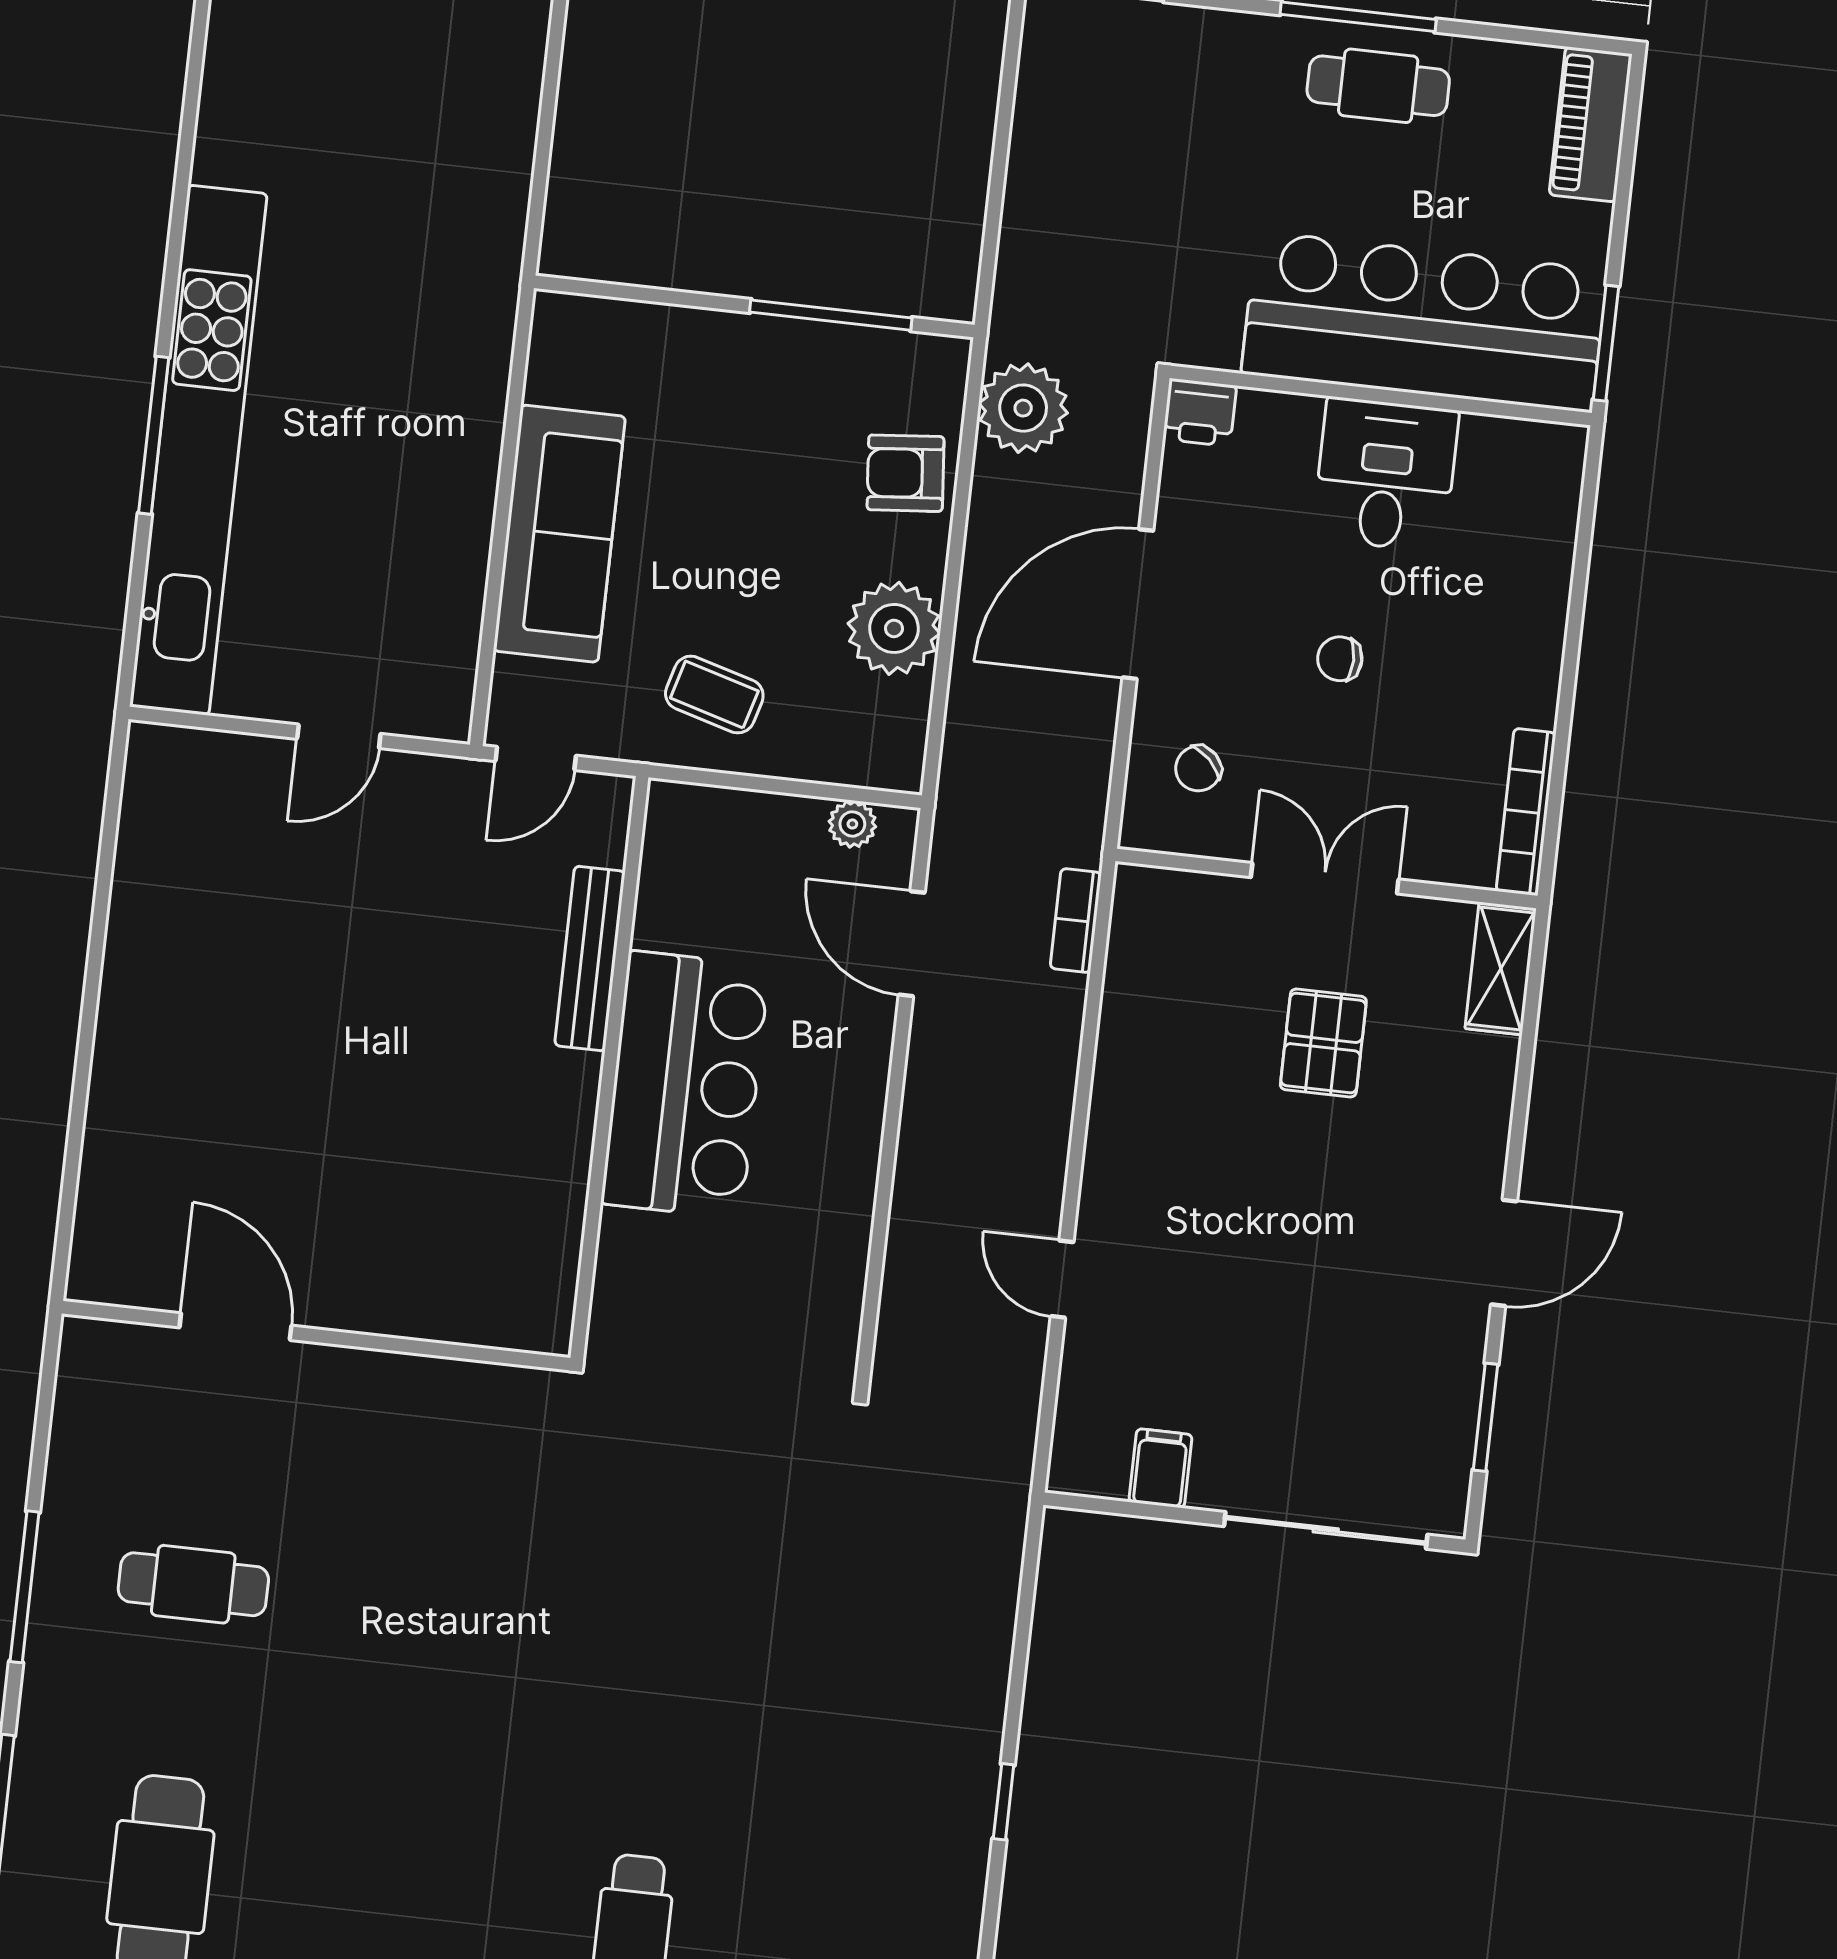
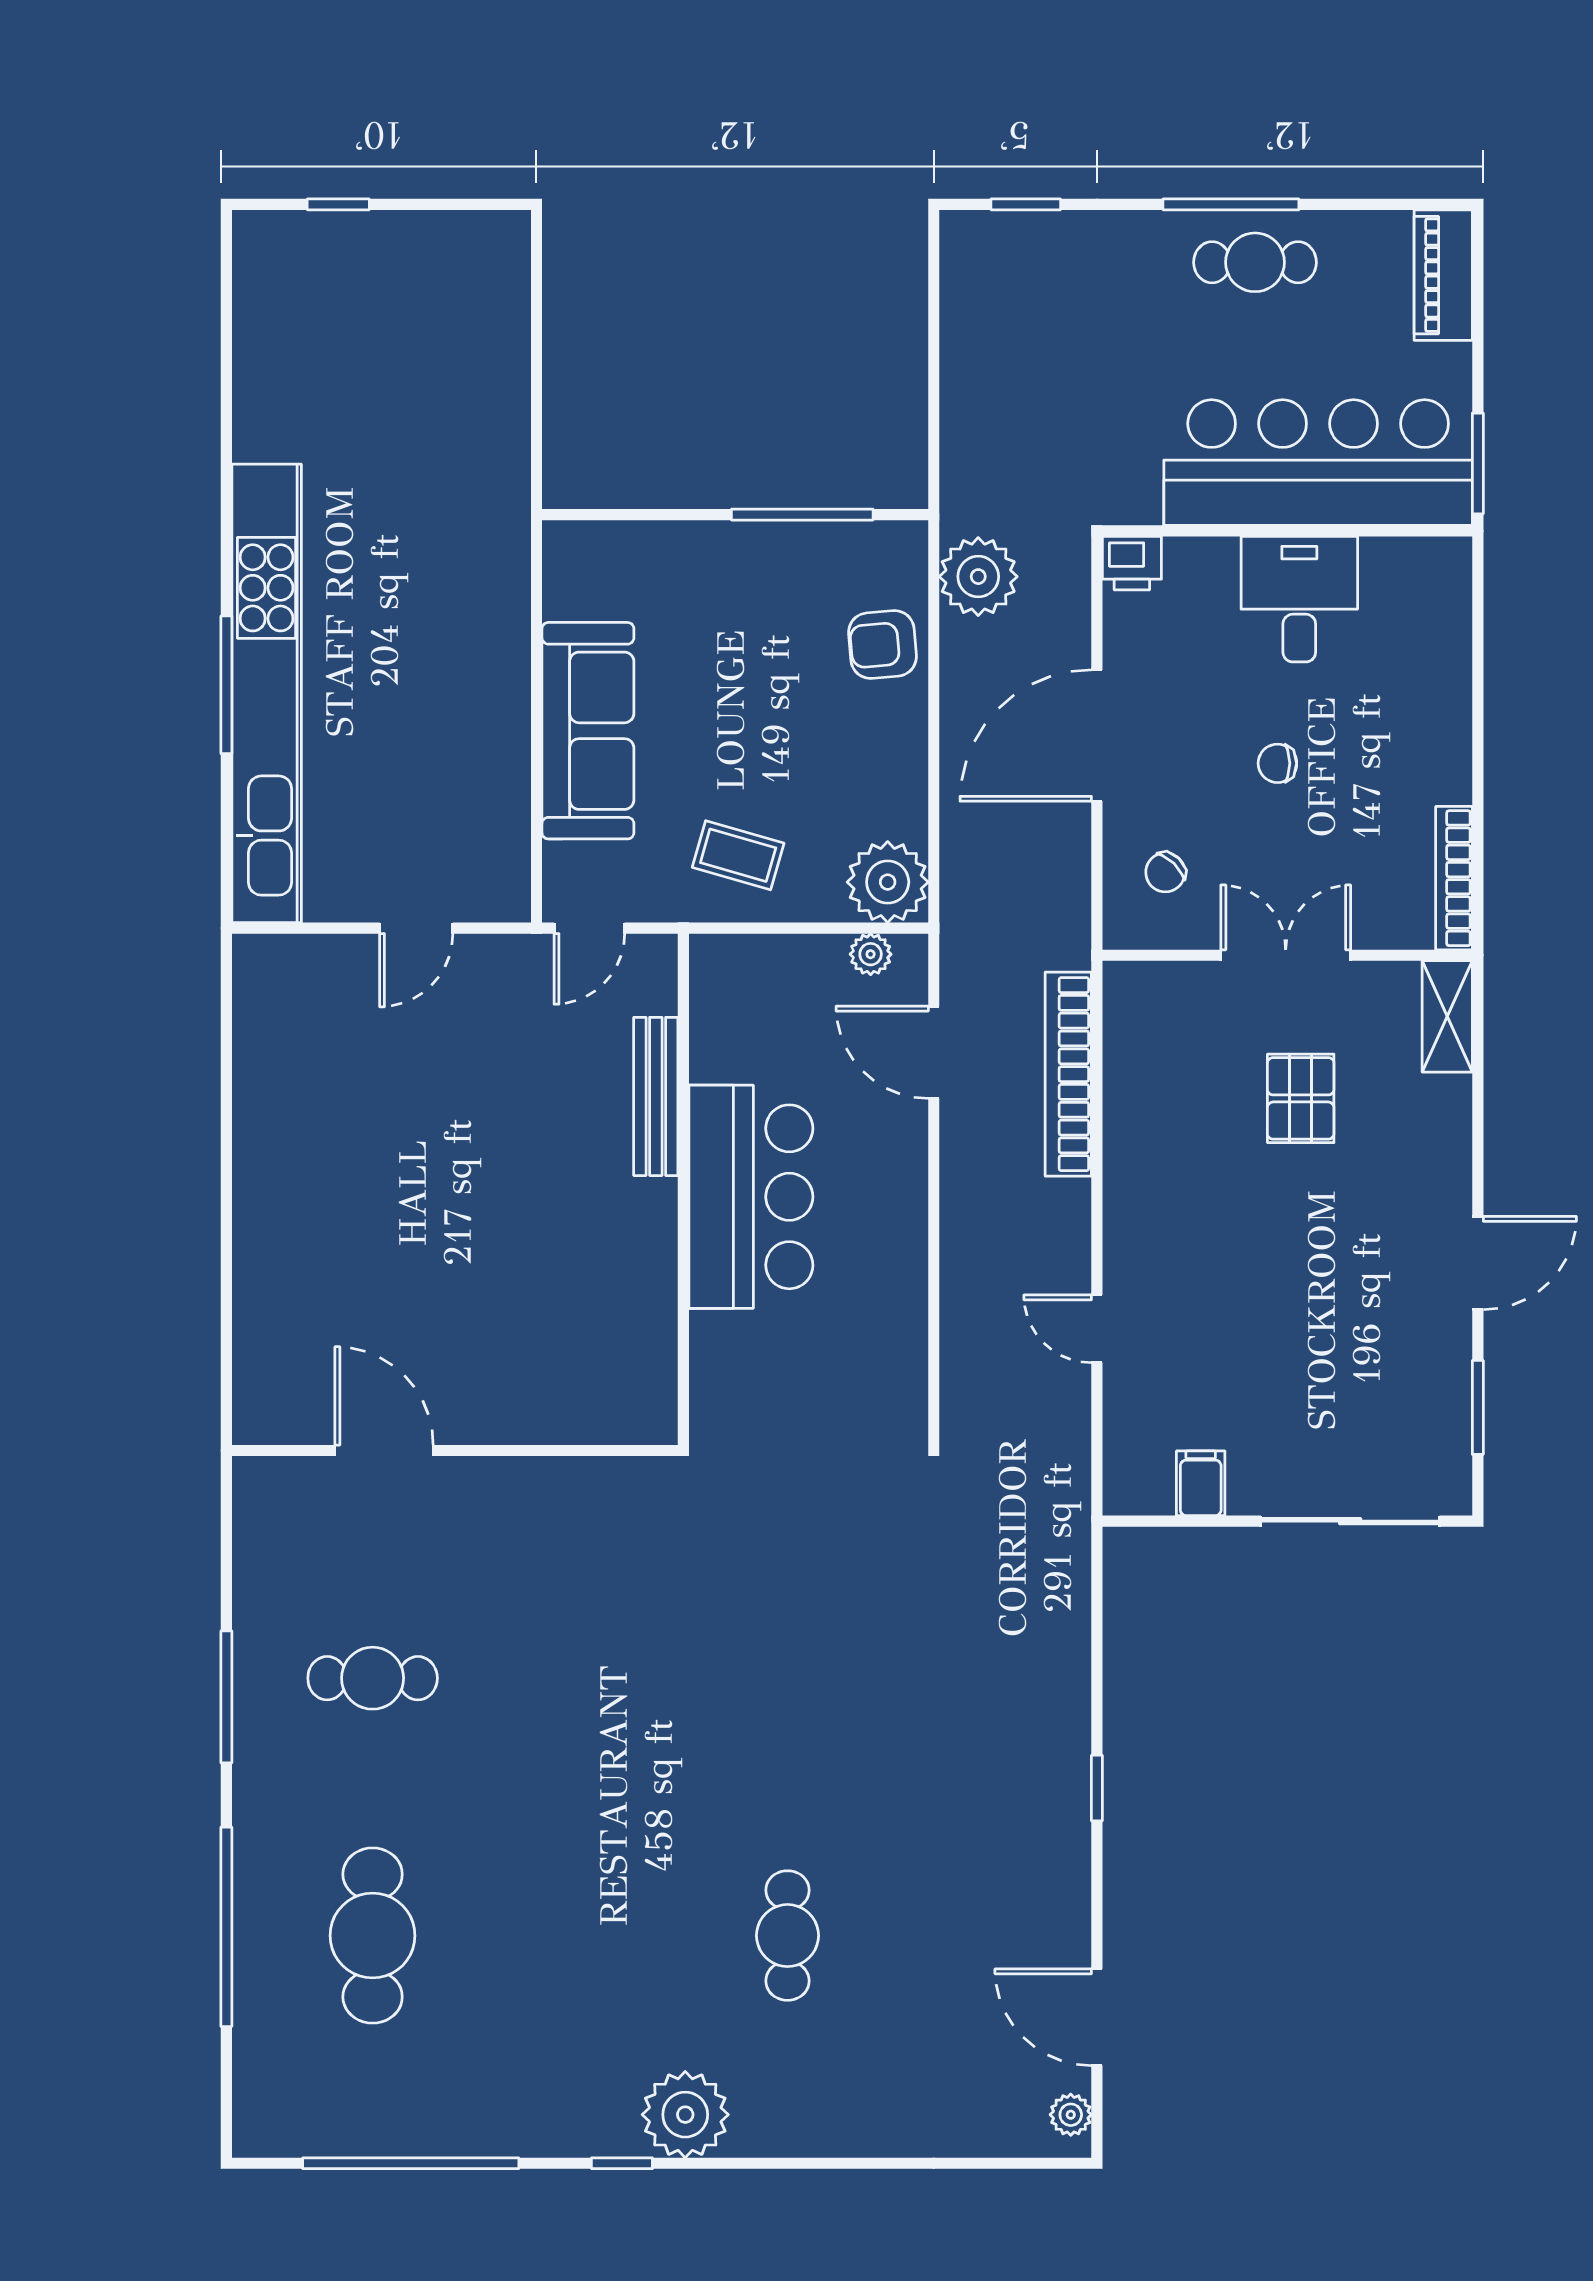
plant: (894, 628) -> (888, 882), moved
bookcase: (1076, 921) -> (1068, 1074), width x2.31, depth x1.31

